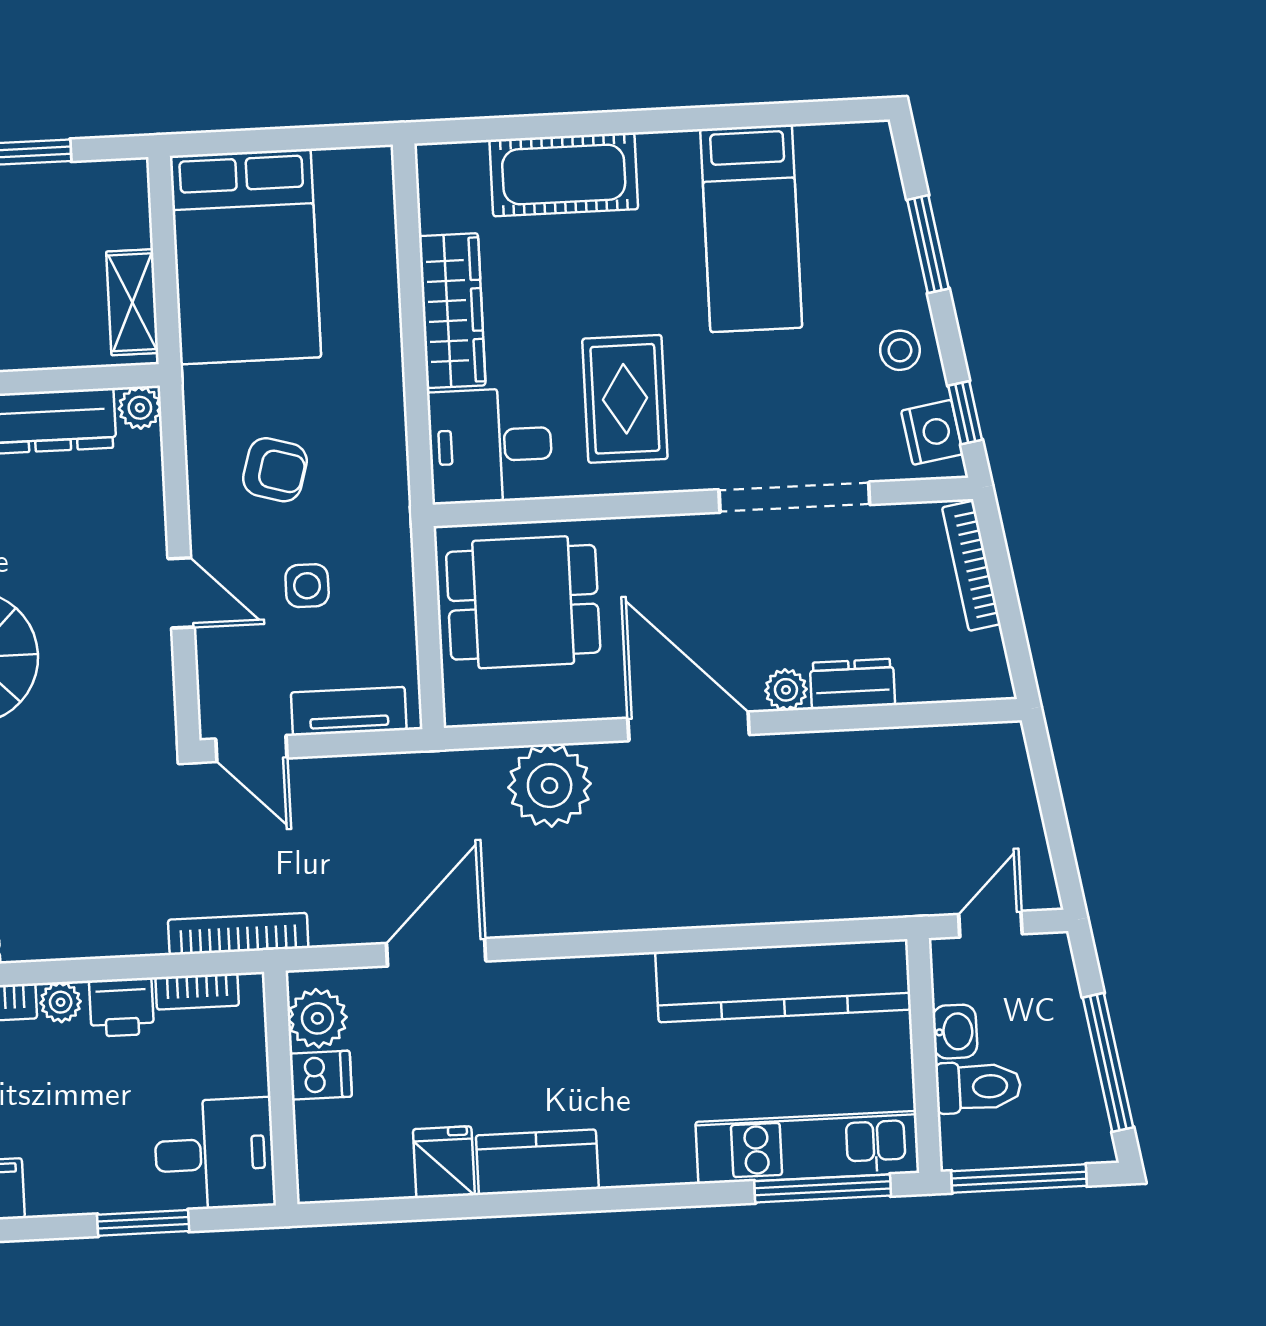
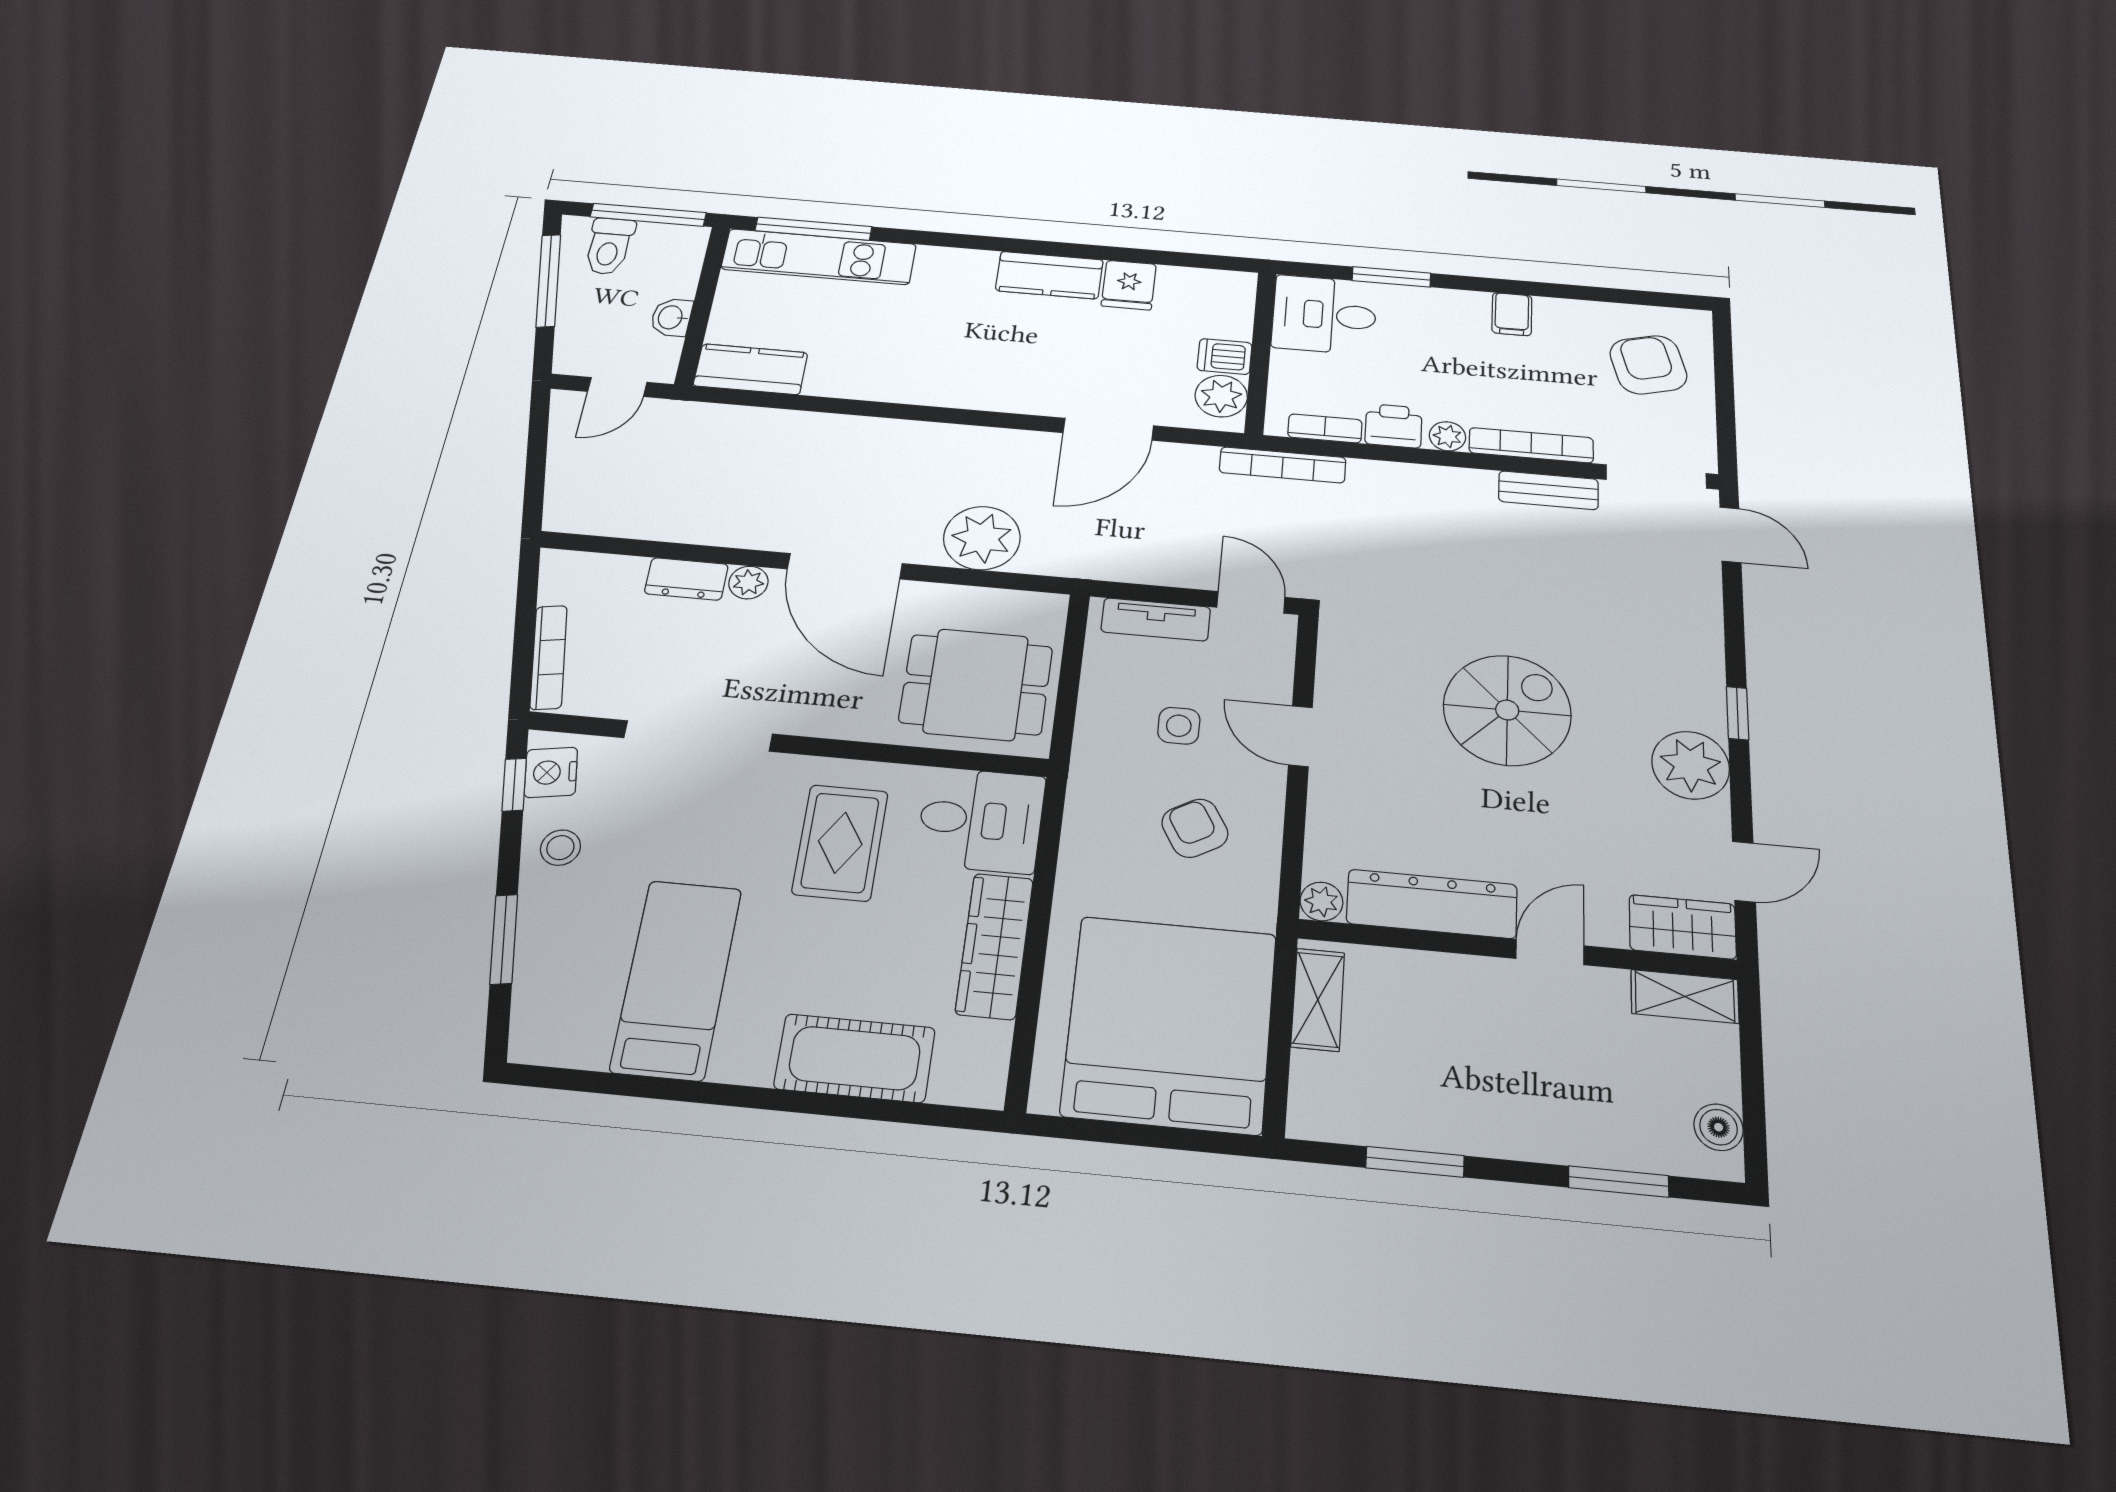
bed: (245, 257) -> (1170, 1024), width x1.36
armchair: (275, 470) -> (1195, 828), turned 44
kitchen counter: (783, 981) -> (751, 369), width x0.48, depth x0.86
toilet: (978, 1087) -> (609, 246), moved, turned -90

